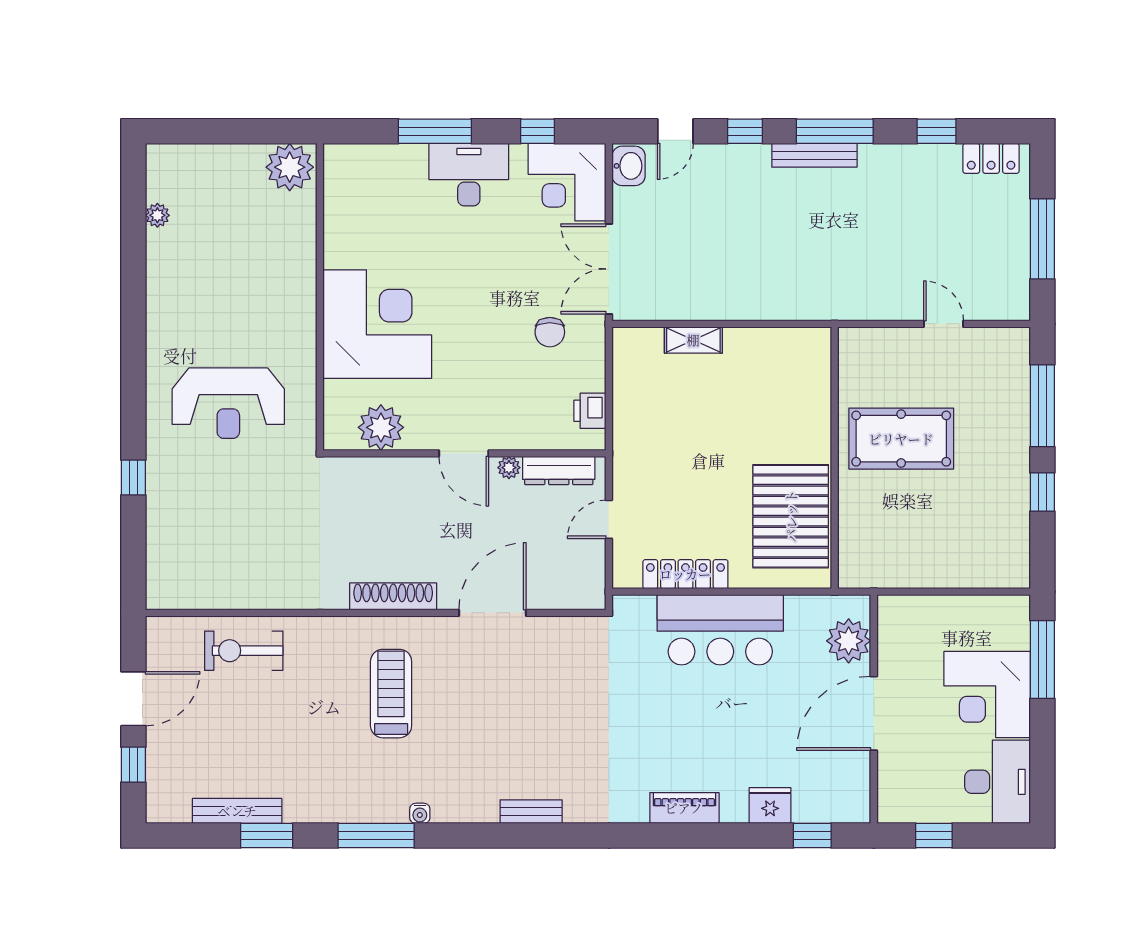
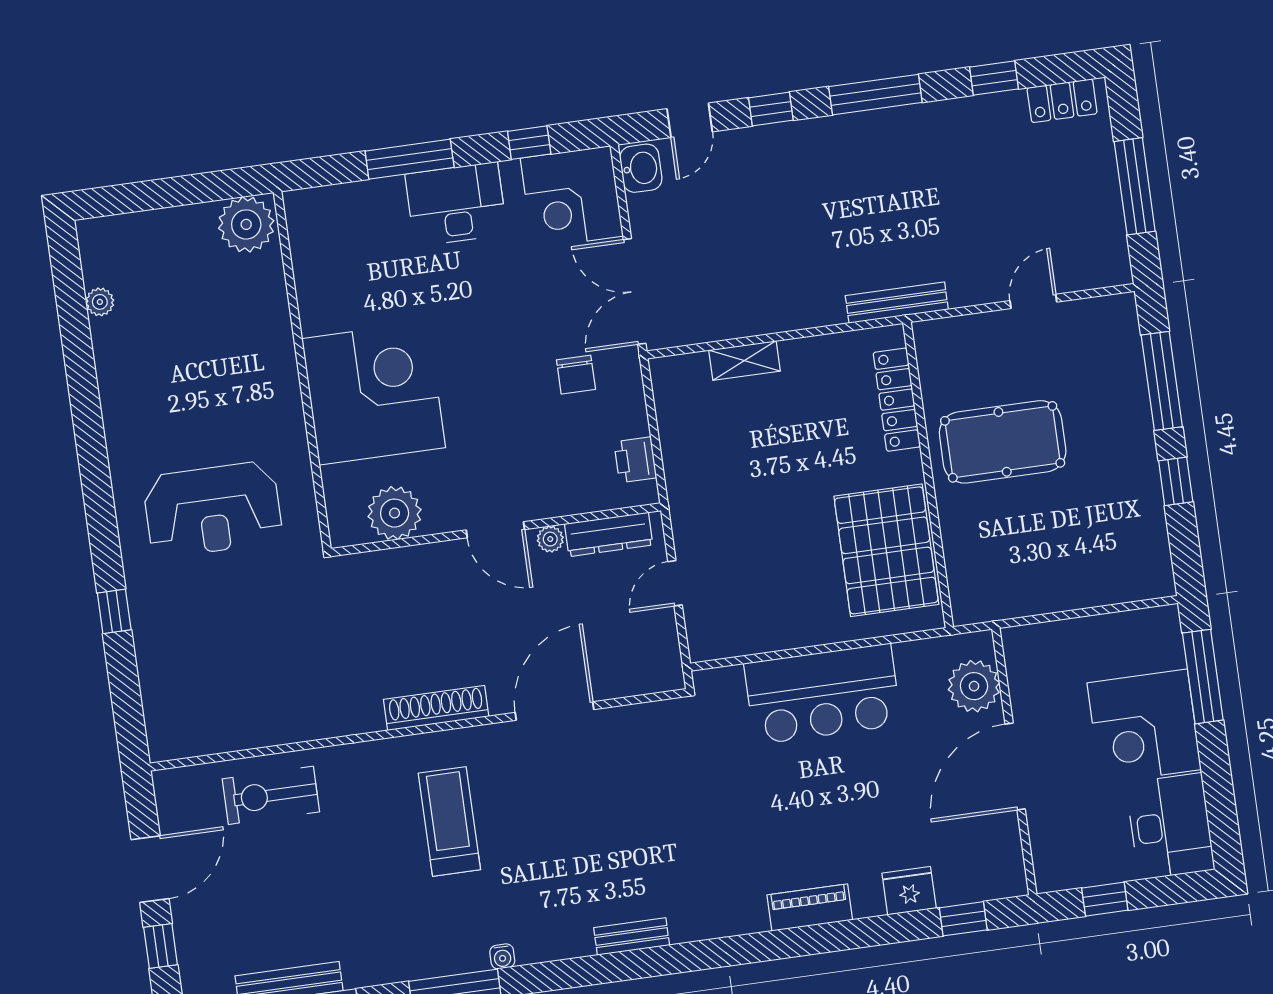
bench: (814, 155) -> (897, 303), moved
door: (944, 324) -> (1033, 301), hinge flipped
locker: (685, 574) -> (897, 400), moved, turned -90

